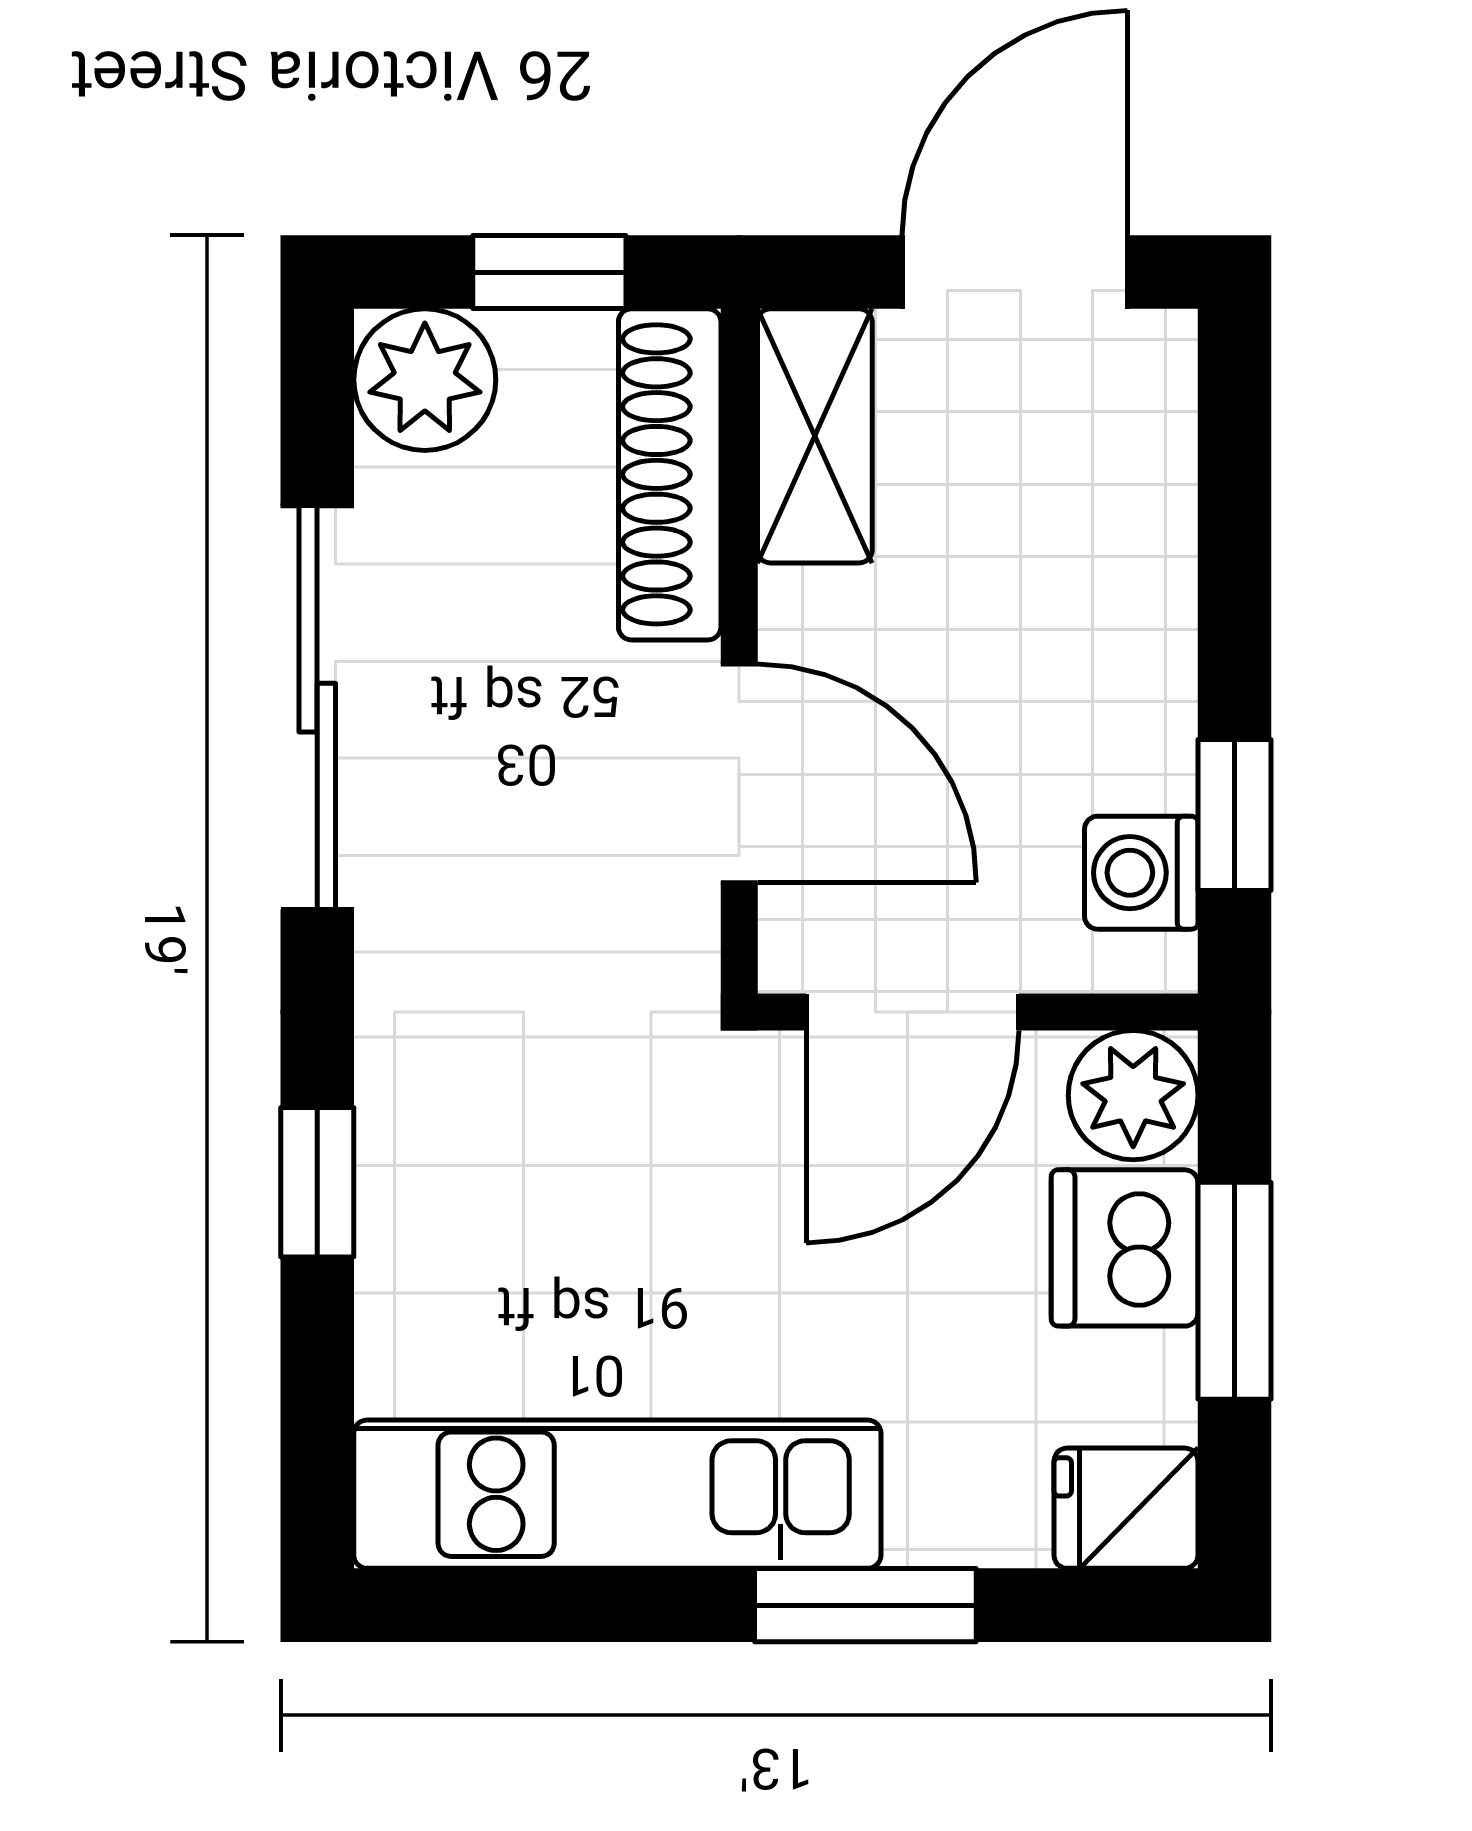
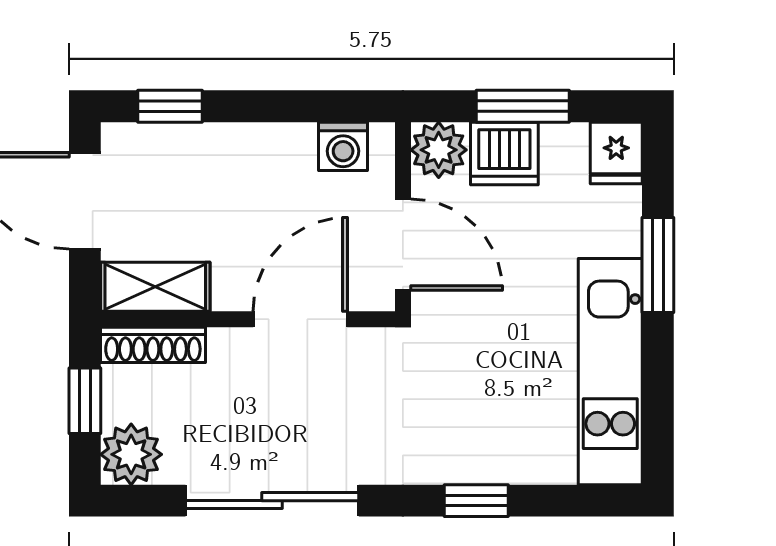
shoe rack: (670, 474) -> (153, 345), width x0.74, depth x0.81
window: (1235, 815) -> (170, 106), moved

